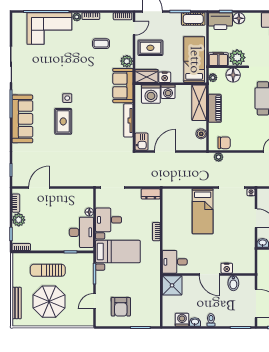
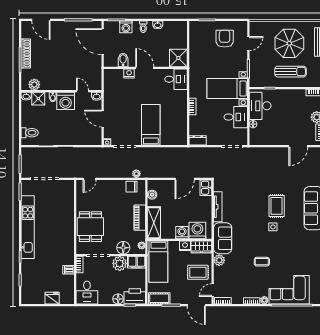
coffee table: (101, 44) -> (262, 262), moved
washing machine: (182, 320) -> (126, 27), moved

